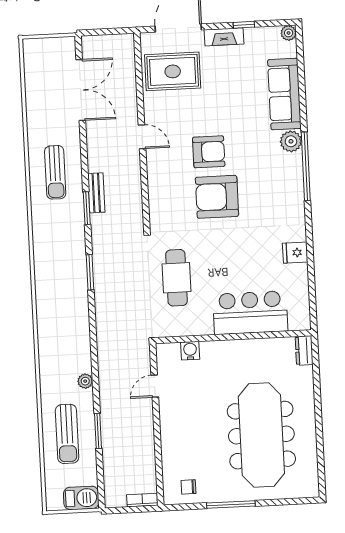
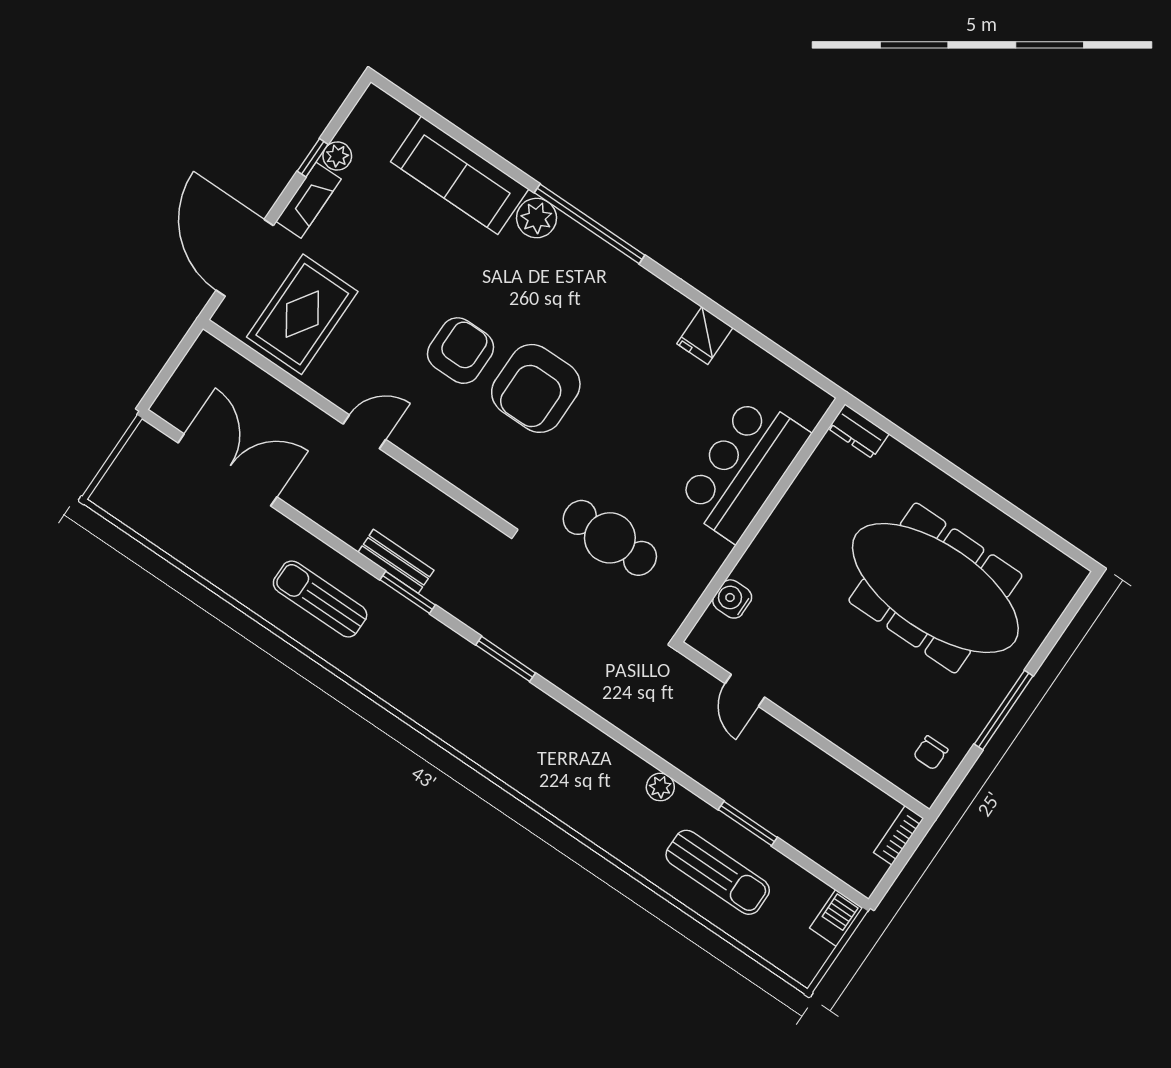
plant: (289, 33) -> (337, 156), moved
sun lounger: (55, 172) -> (320, 599), turned 180
barbecue: (81, 498) -> (836, 918), width x0.73, depth x0.79

